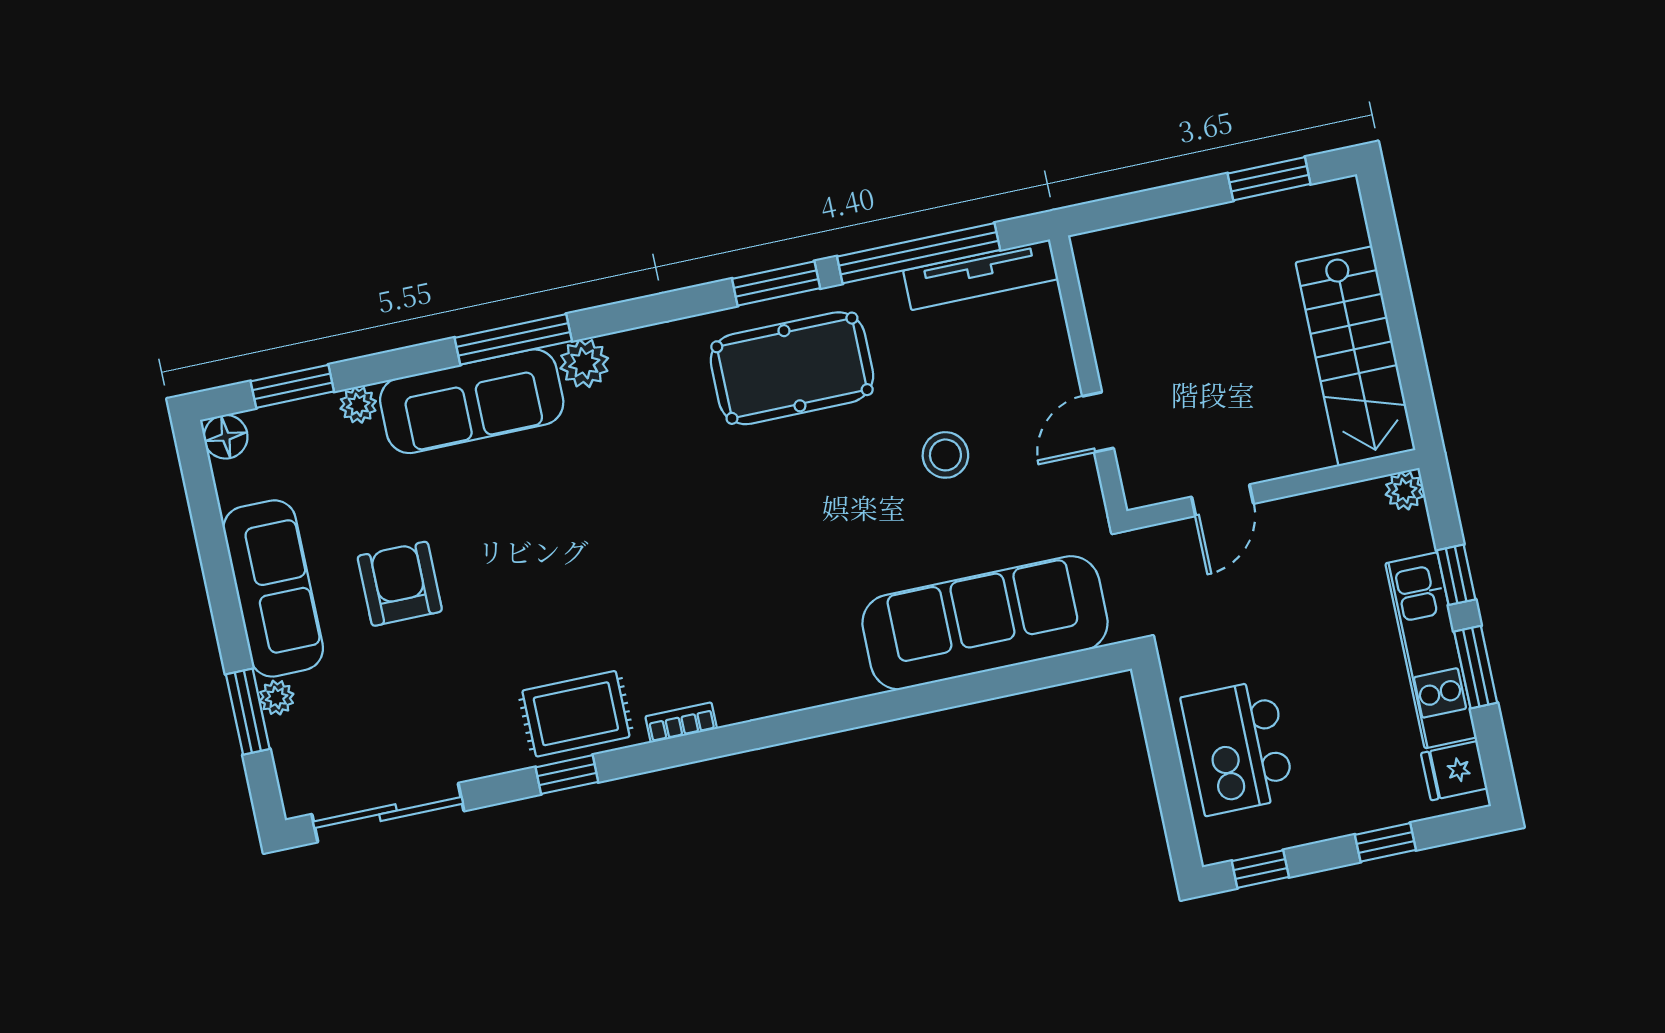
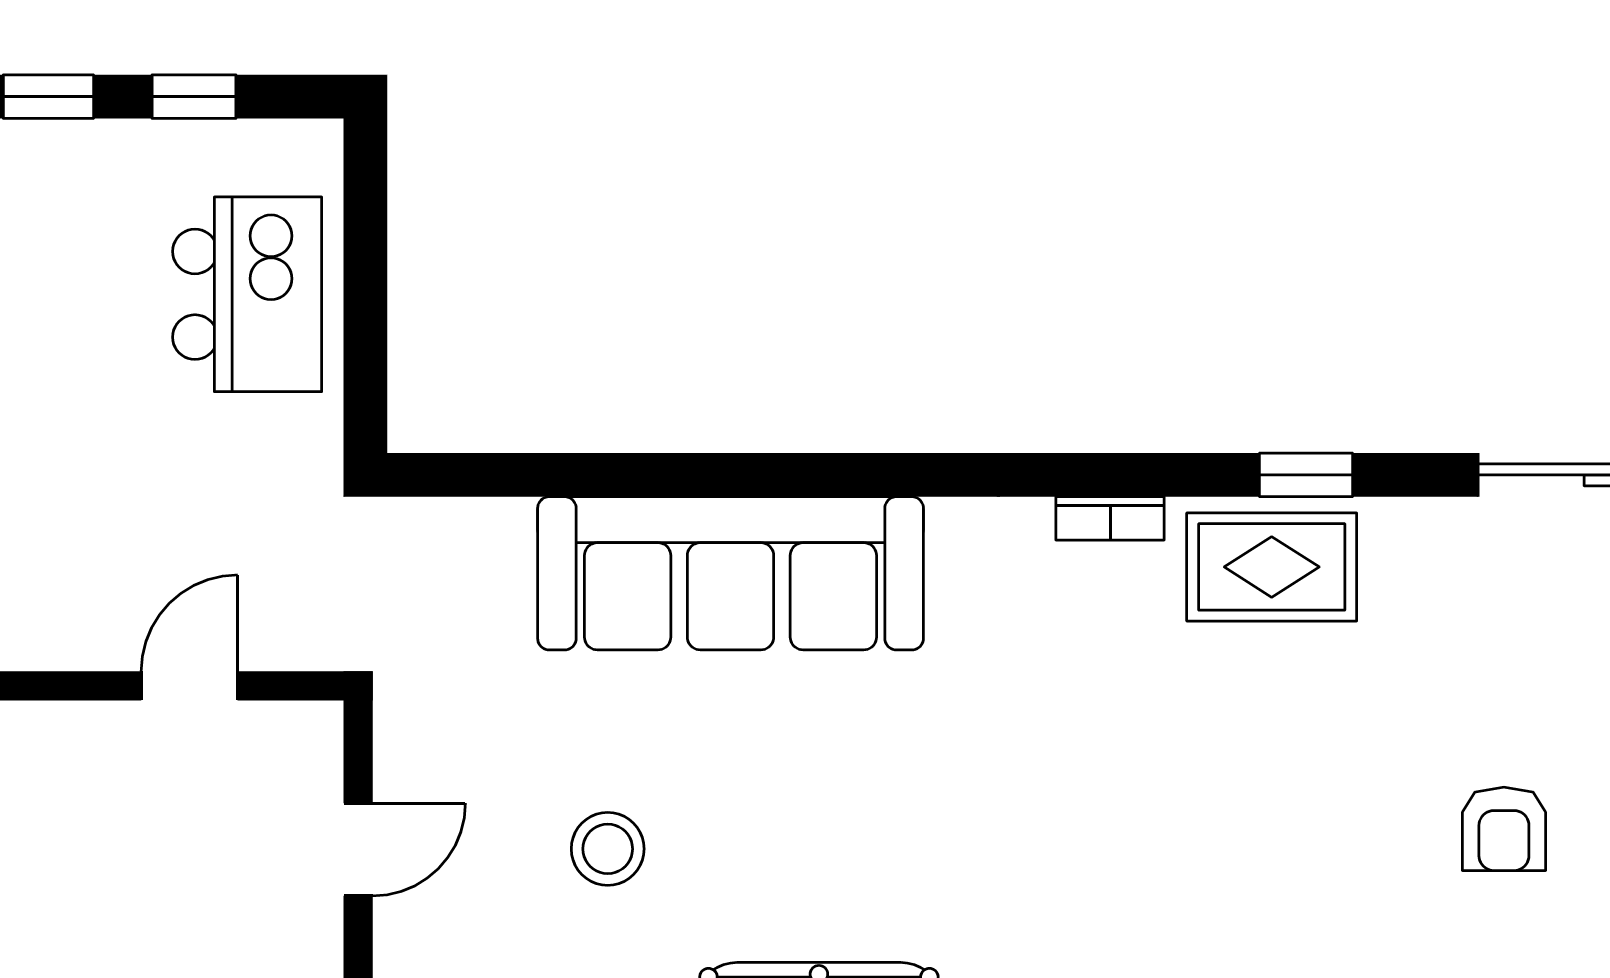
armchair: (400, 584) -> (1504, 829), width x0.72, depth x0.72
sofa: (985, 623) -> (731, 573), moved
window: (1260, 869) -> (194, 97), moved

